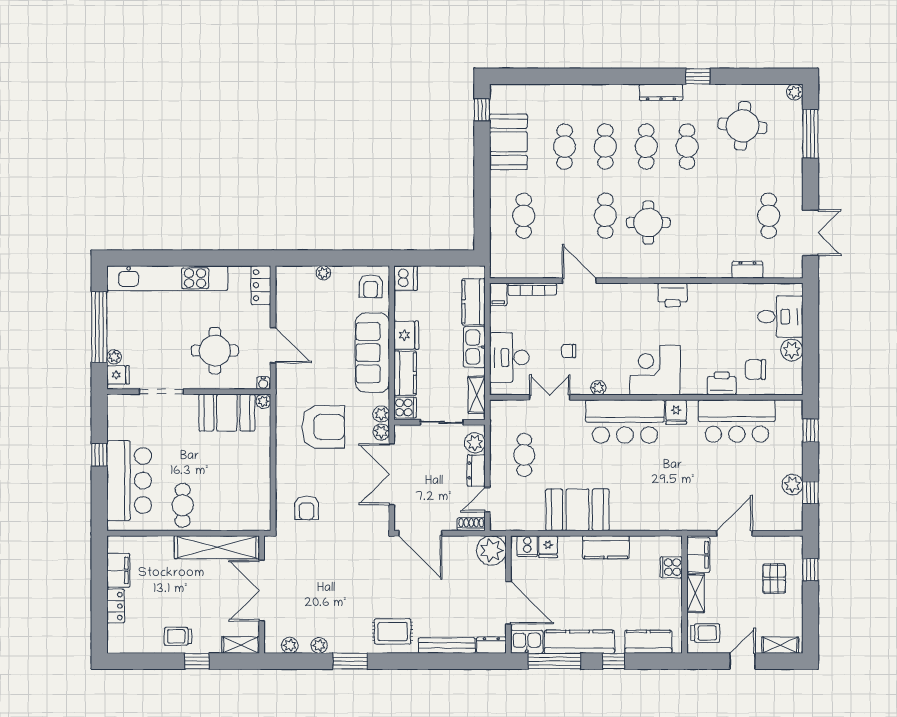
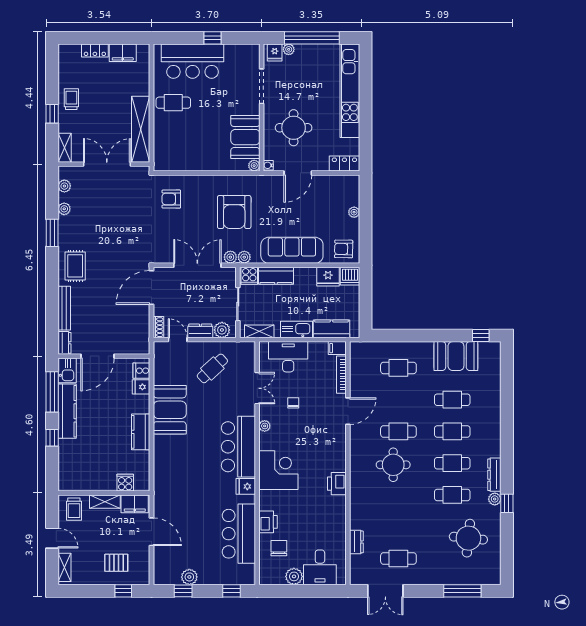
plant: (795, 92) -> (495, 499), moved
fridge: (406, 335) -> (328, 277), moved
cafe table: (524, 455) -> (212, 368), turned -43
plant: (491, 550) -> (138, 343), removed
kitchen counter: (648, 642) -> (67, 465), removed

